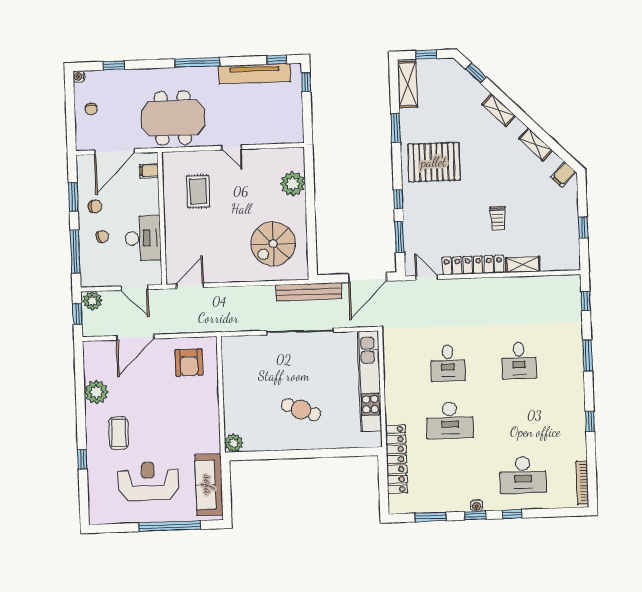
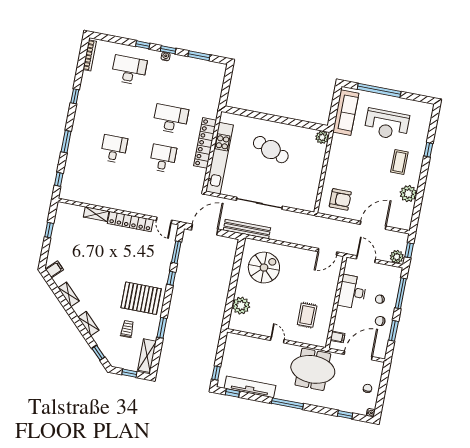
trolley: (498, 218) -> (127, 329), moved
armchair: (189, 363) -> (340, 199), turned 90
cafe table: (301, 410) -> (271, 150), width x1.37, depth x1.35
locker: (397, 459) -> (205, 143), moved

